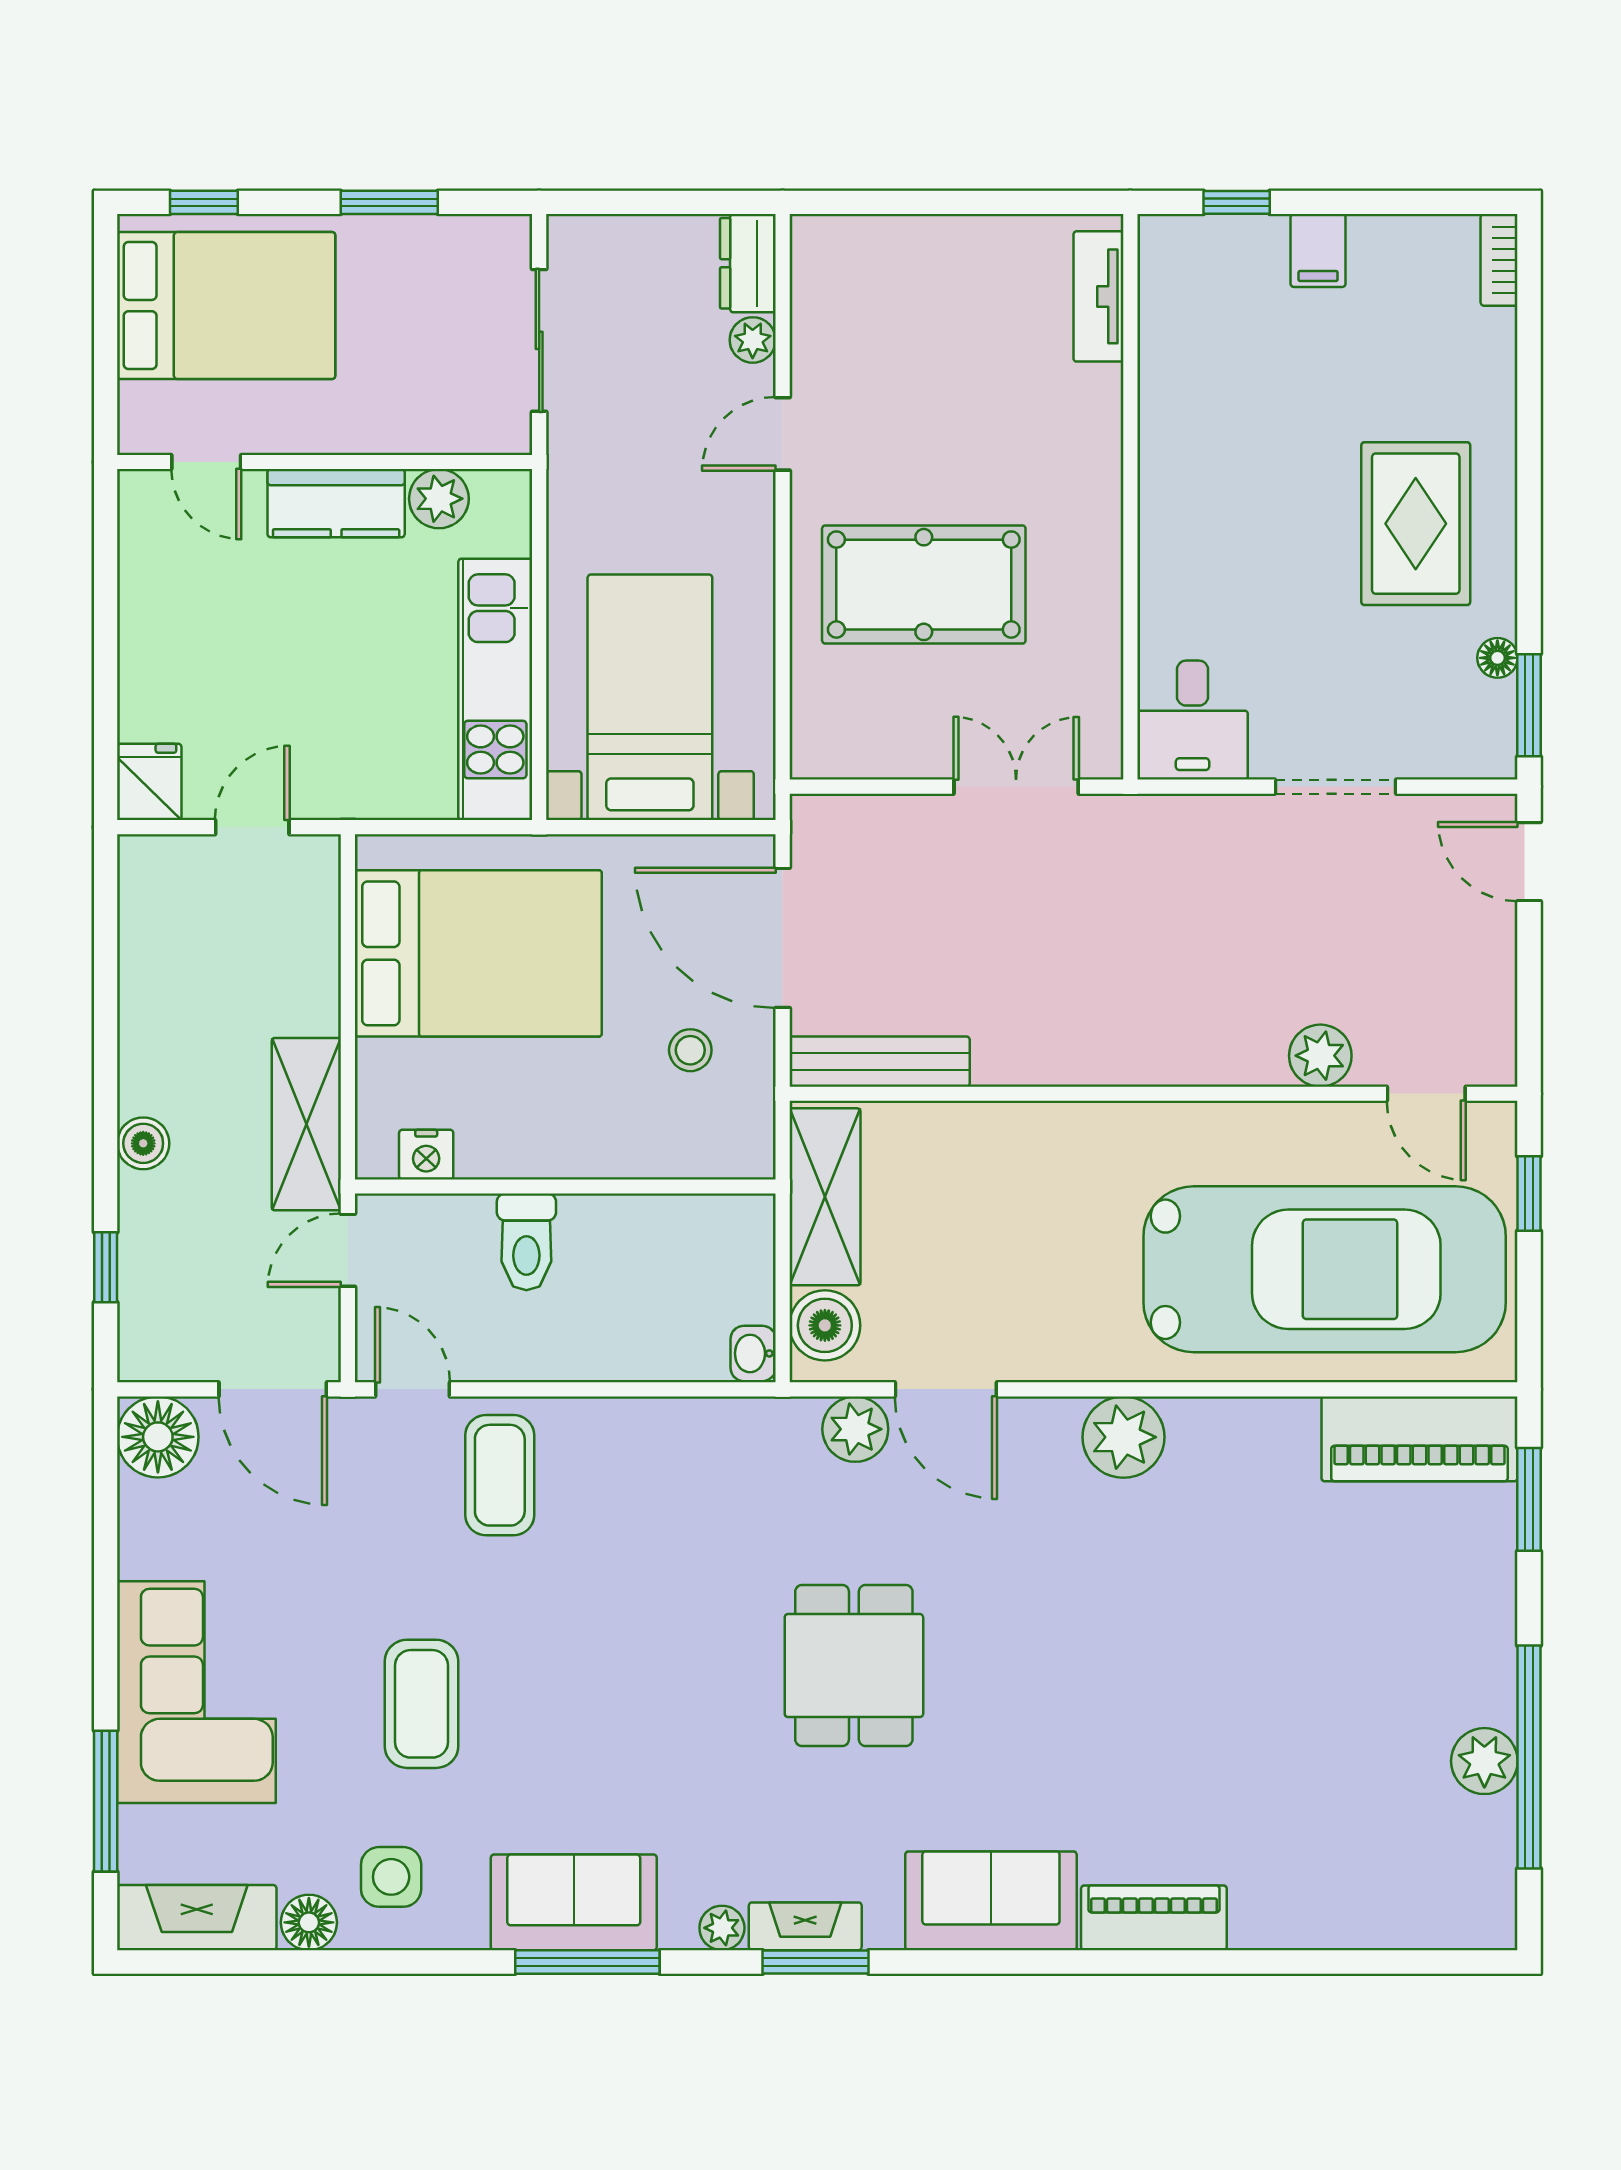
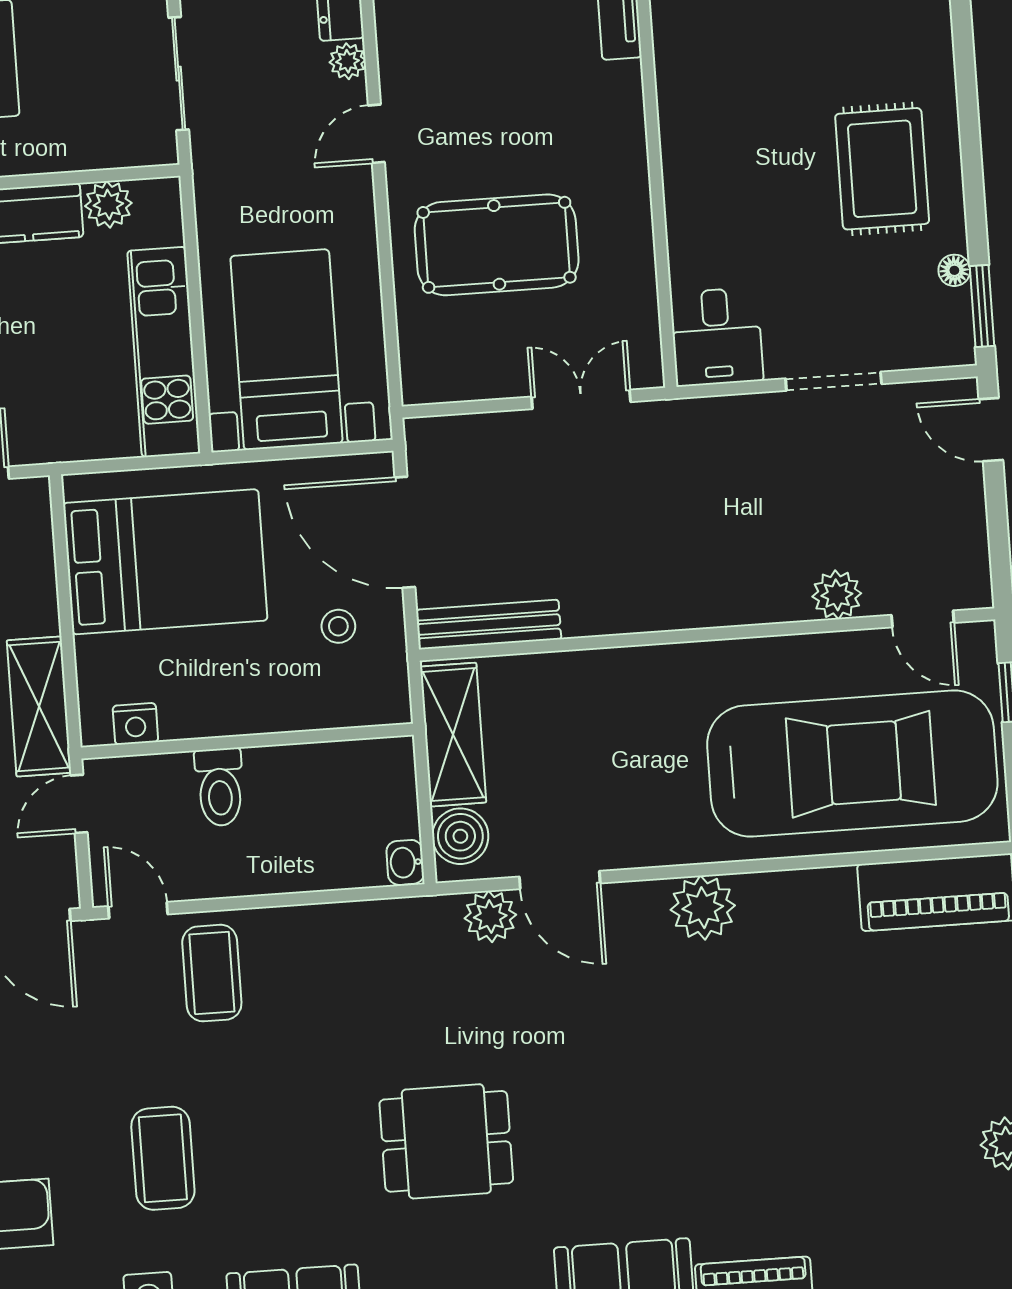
dining table: (854, 1666) -> (446, 1141), moved, turned 90

